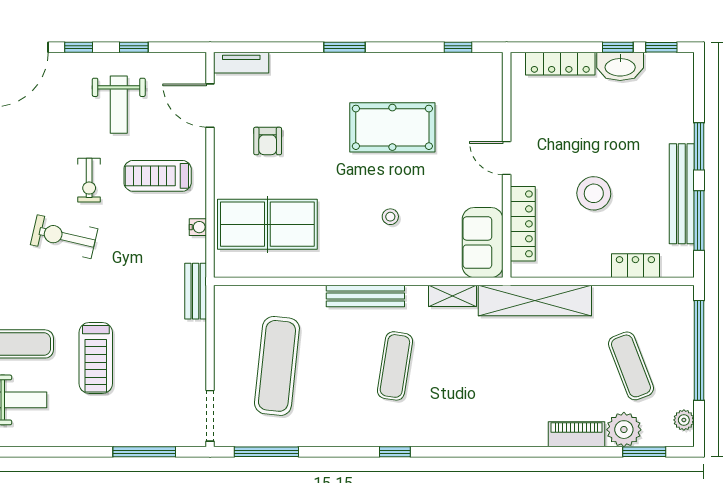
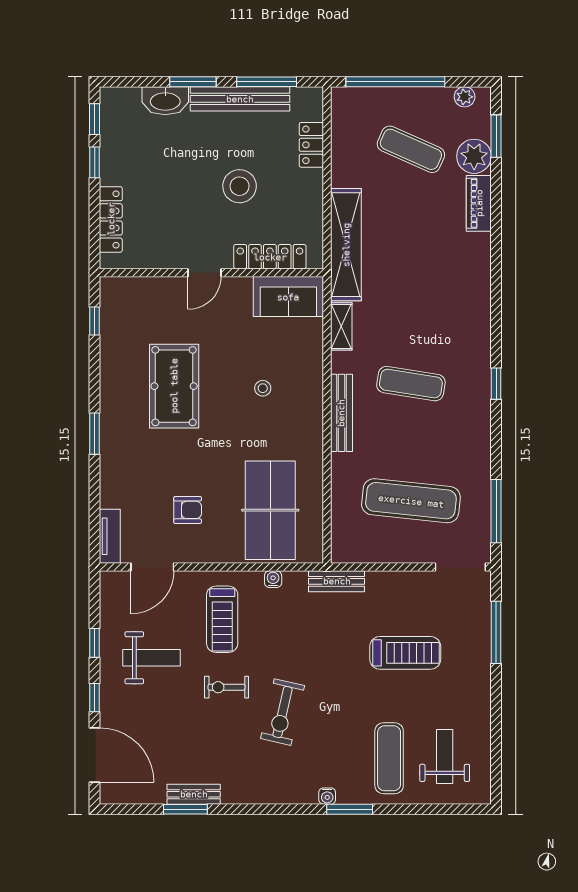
washbasin: (620, 66) -> (165, 101), moved, turned 90
exercise bike: (89, 180) -> (226, 687), turned 180
treadmill: (96, 358) -> (405, 653), moved
exercise mat: (631, 366) -> (411, 149), turned 45

